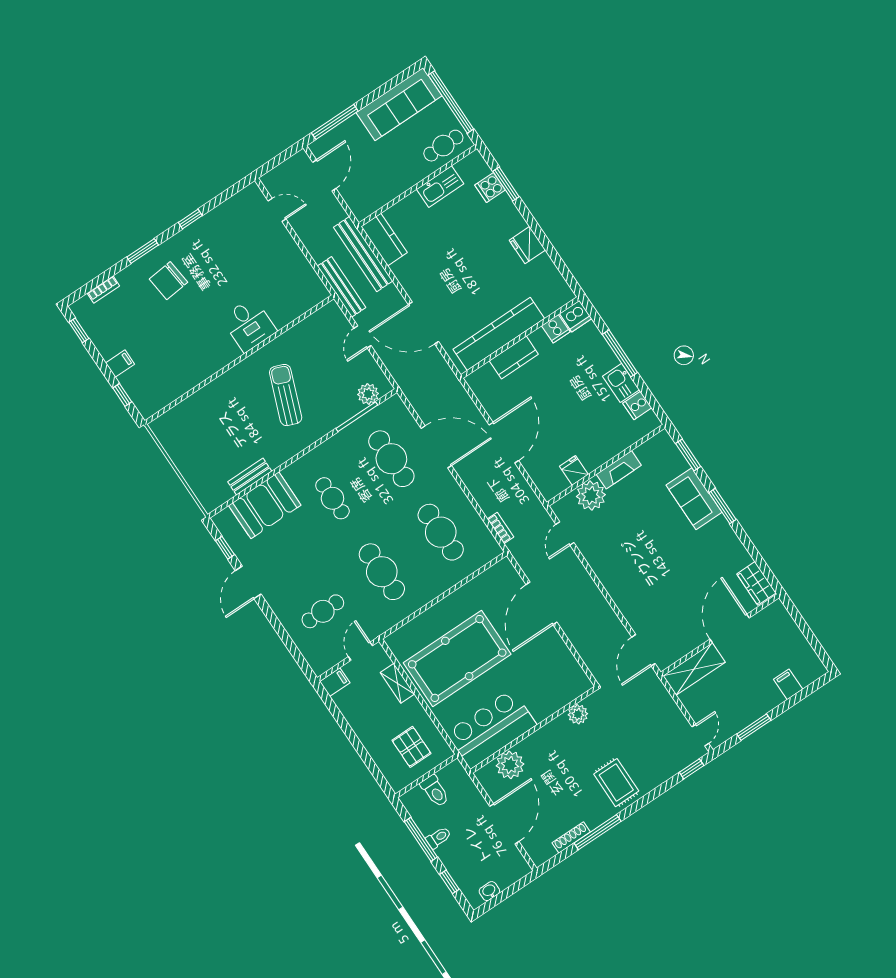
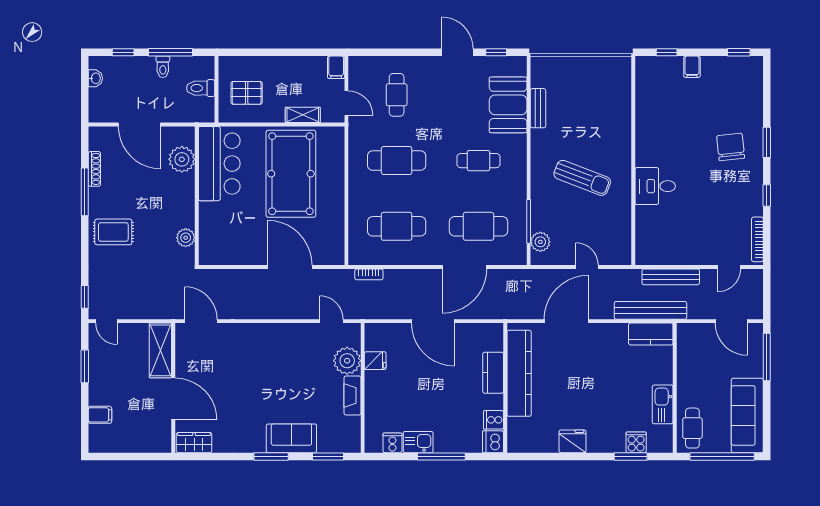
bench: (342, 287) -> (671, 277), moved
bookcase: (103, 290) -> (757, 239), moved, width x1.56

